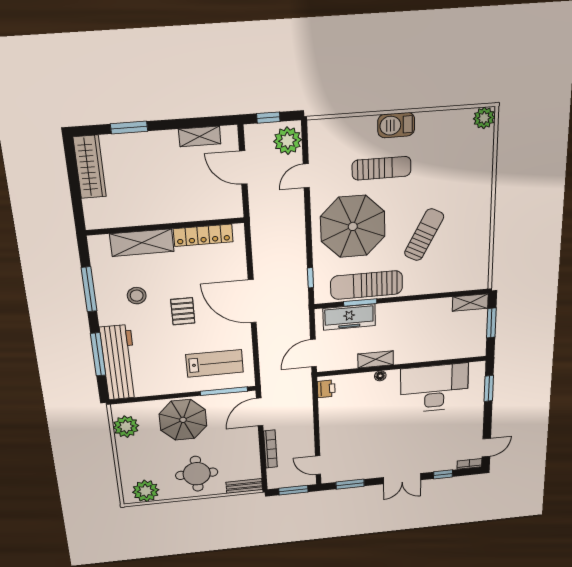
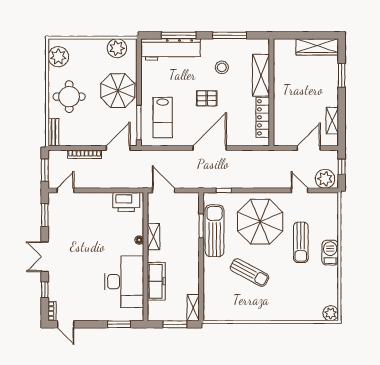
freezer: (349, 317) -> (156, 281), moved, turned 180
printer: (326, 389) -> (126, 202), width x1.87, depth x1.48
door: (260, 412) -> (118, 148), hinge flipped

